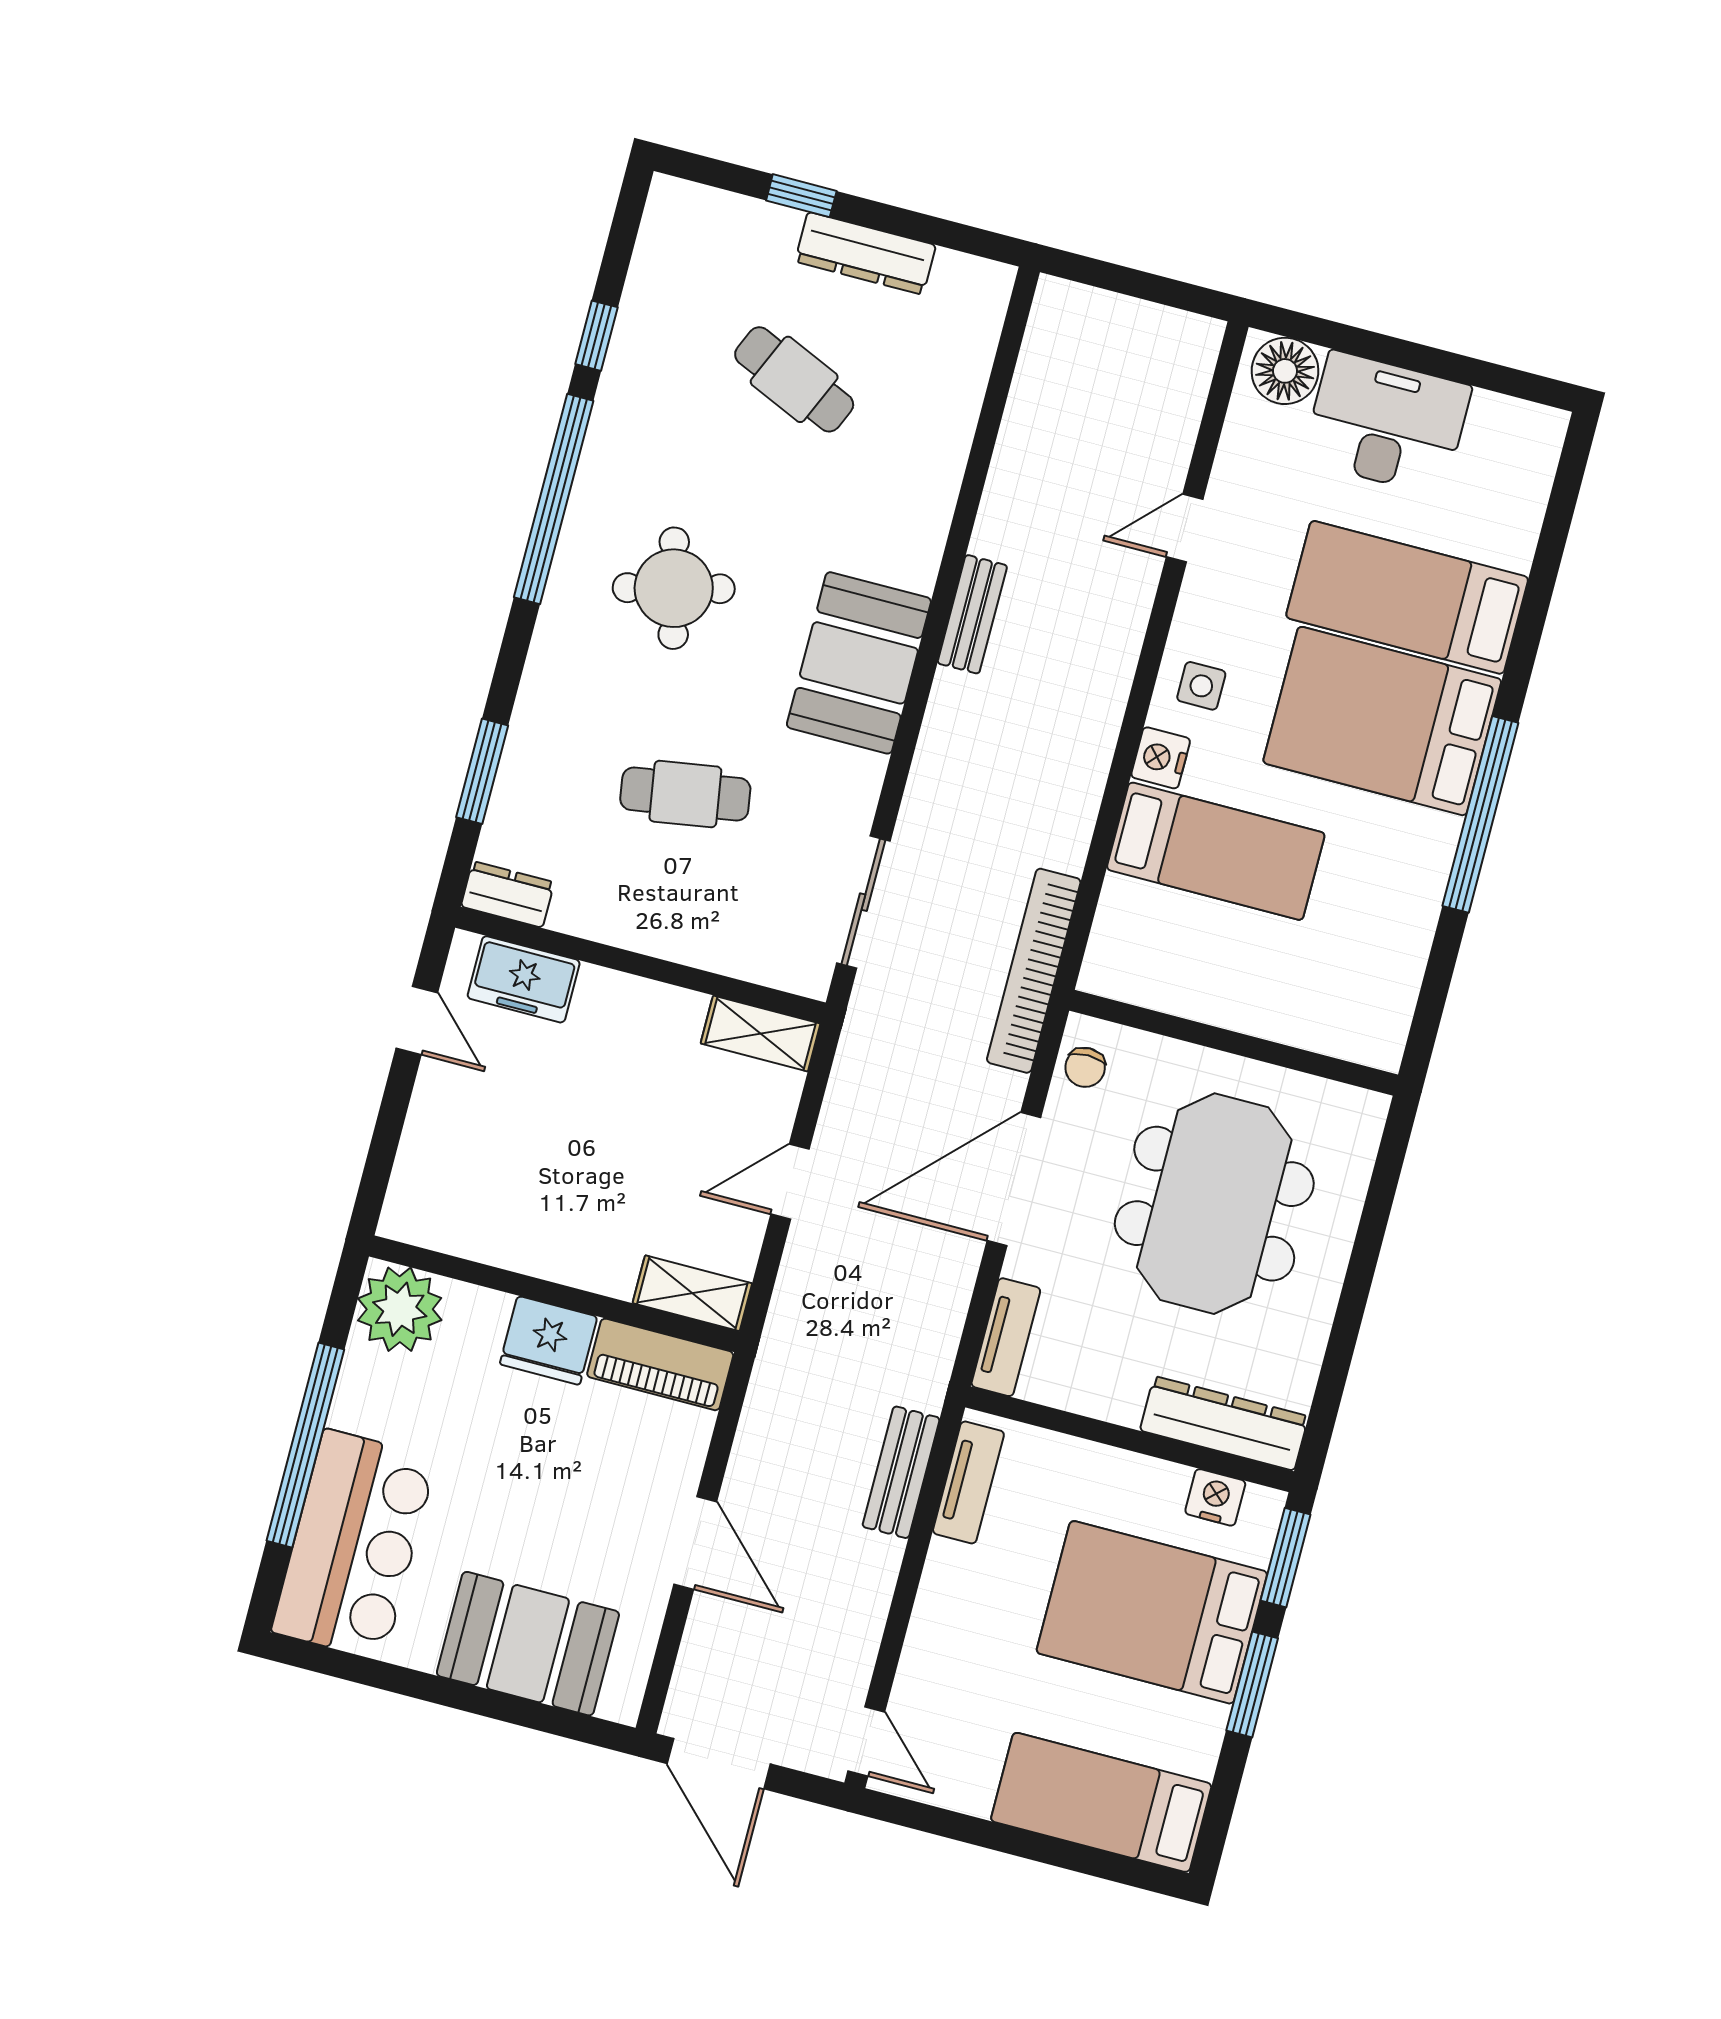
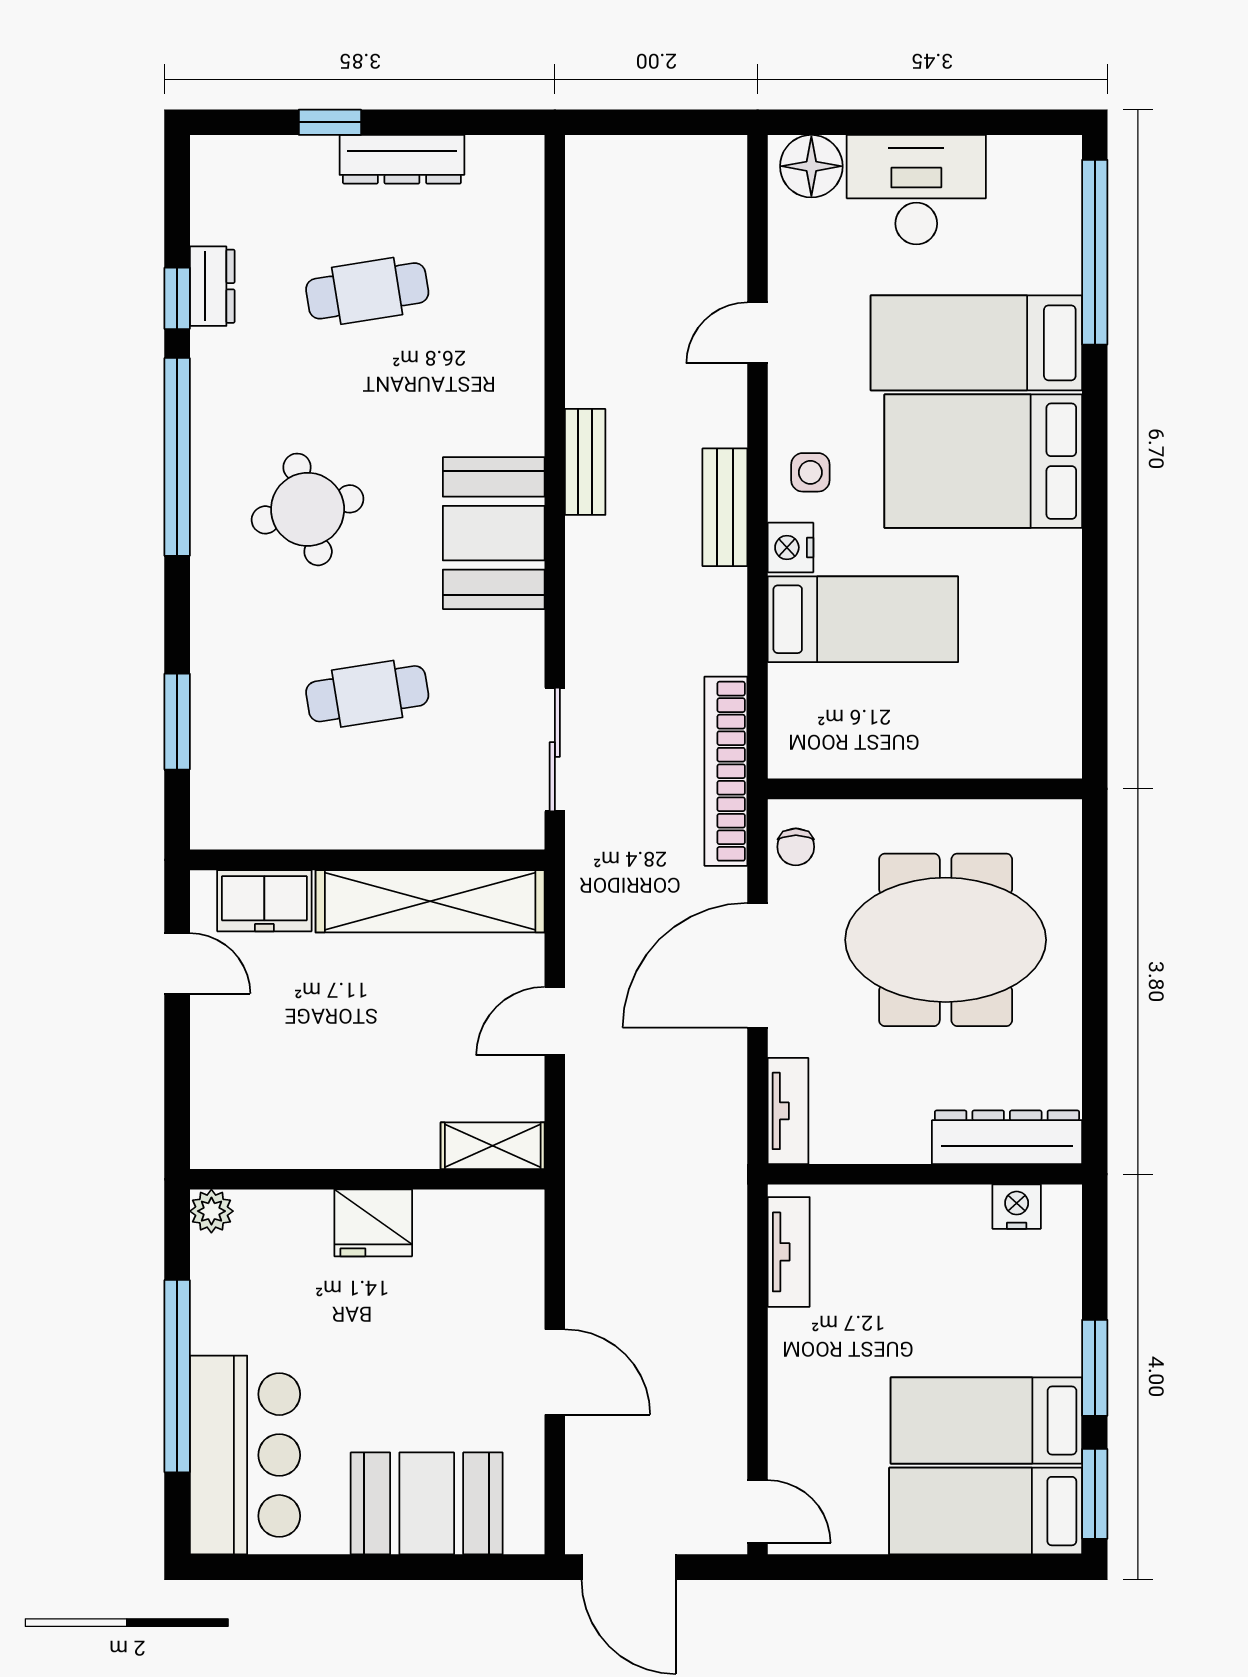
cafe table: (794, 379) -> (367, 291), turned -33
window: (1480, 814) -> (1095, 252), moved
dresser: (508, 894) -> (212, 286), moved, turned 90
shelving: (760, 1033) -> (430, 901), width x2.20, depth x1.33
meeting table: (1214, 1204) -> (946, 940), turned 90
plant: (400, 1309) -> (211, 1211), width x0.53, depth x0.53
piano: (660, 1364) -> (480, 1218), removed
bench: (901, 1472) -> (725, 507), moved
window: (1285, 1558) -> (1095, 1494), moved
bed: (1152, 1612) -> (986, 1421), moved, width x0.67

